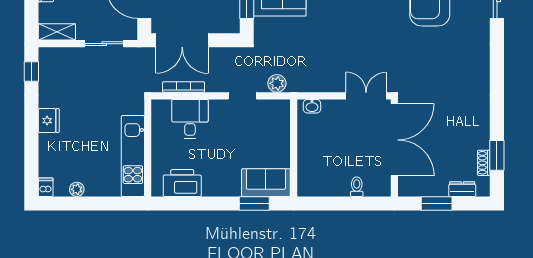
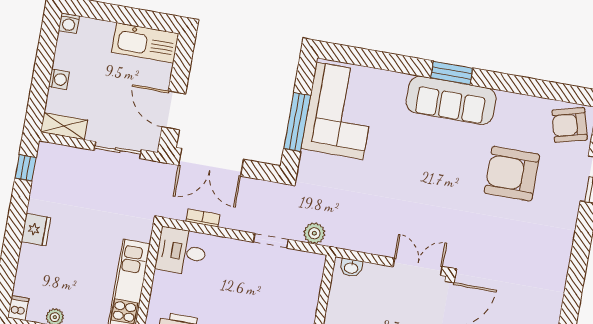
bookcase: (184, 87) -> (203, 218), width x0.64
desk: (190, 119) -> (181, 252), moved, turned -90

